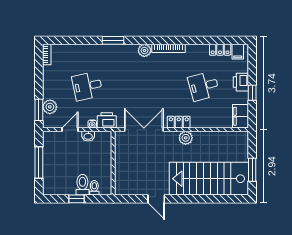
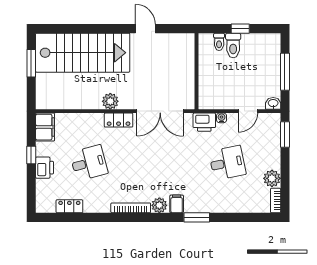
filing cabinet: (238, 52) -> (177, 204), moved
plant: (50, 107) -> (272, 178), moved
washbasin: (88, 136) -> (273, 103), moved

